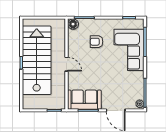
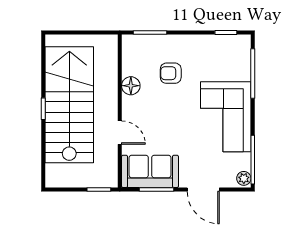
floor lamp: (73, 24) -> (131, 86), moved
corner sofa: (129, 50) -> (226, 117), moved
door: (67, 64) -> (120, 133), moved

